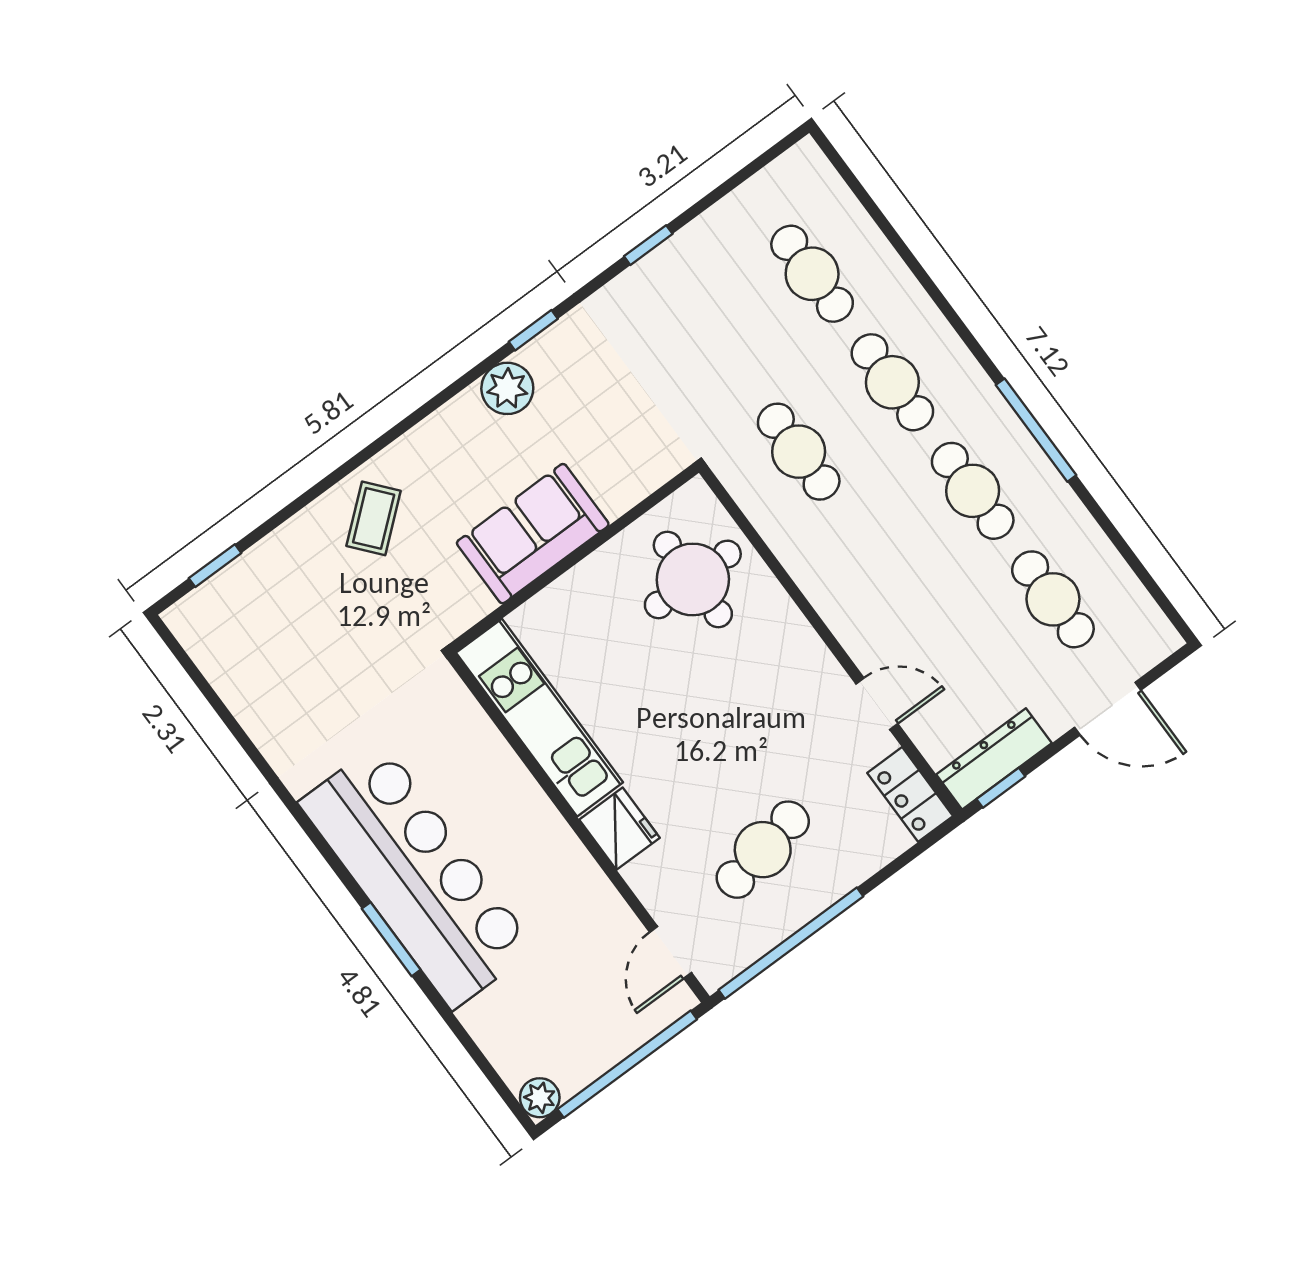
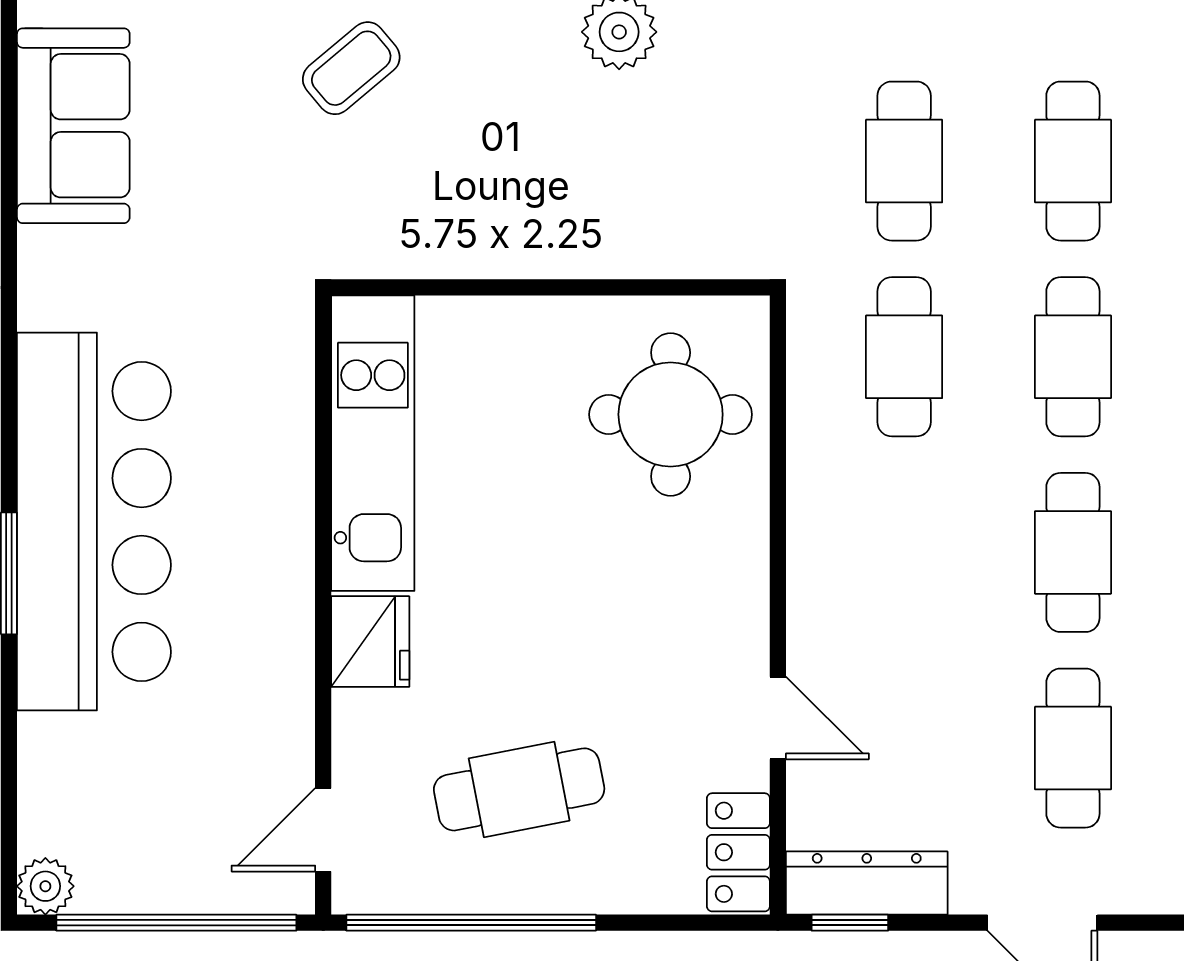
cafe table: (718, 343) -> (904, 161), added
sofa: (533, 534) -> (73, 126), moved, turned 90

